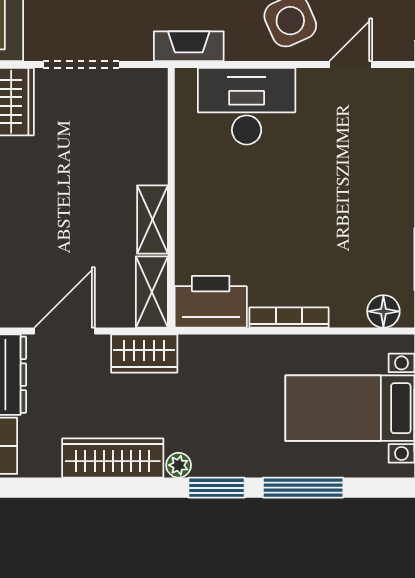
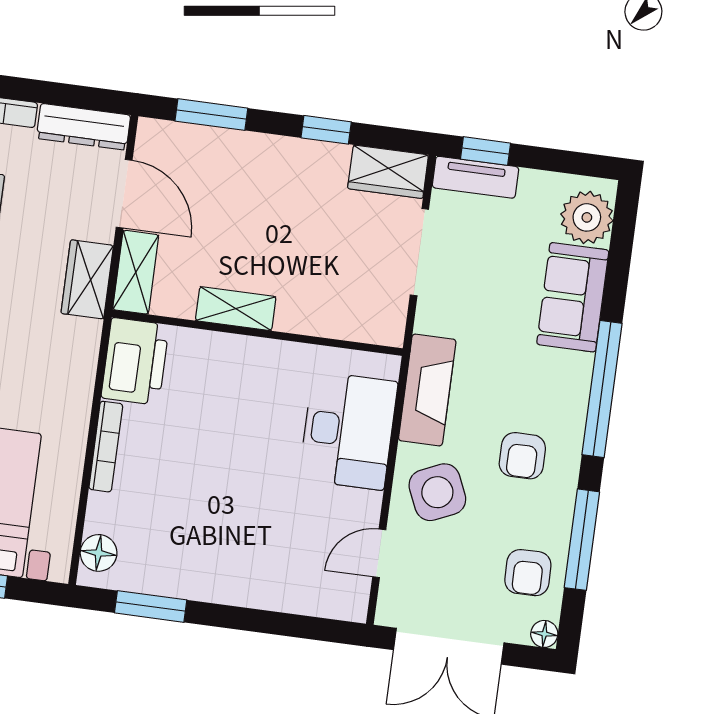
fireplace: (189, 46) -> (427, 390), width x1.37, depth x1.32
door: (351, 65) -> (379, 553), swing flipped
shelving: (152, 292) -> (136, 272), moved, turned 90

